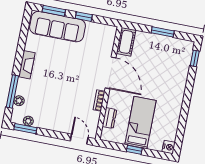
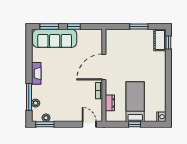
cot: (126, 42) -> (160, 40), moved
door: (111, 73) -> (104, 67), swing flipped

